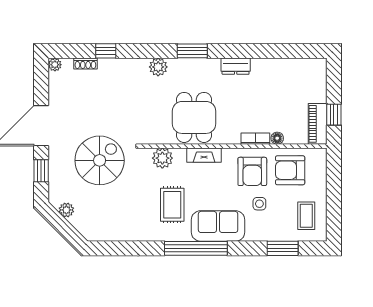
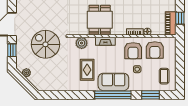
spiral stairs: (100, 160) -> (45, 44), turned -90
armchair: (290, 170) -> (155, 50), turned -90
window: (196, 248) -> (113, 95), moved

